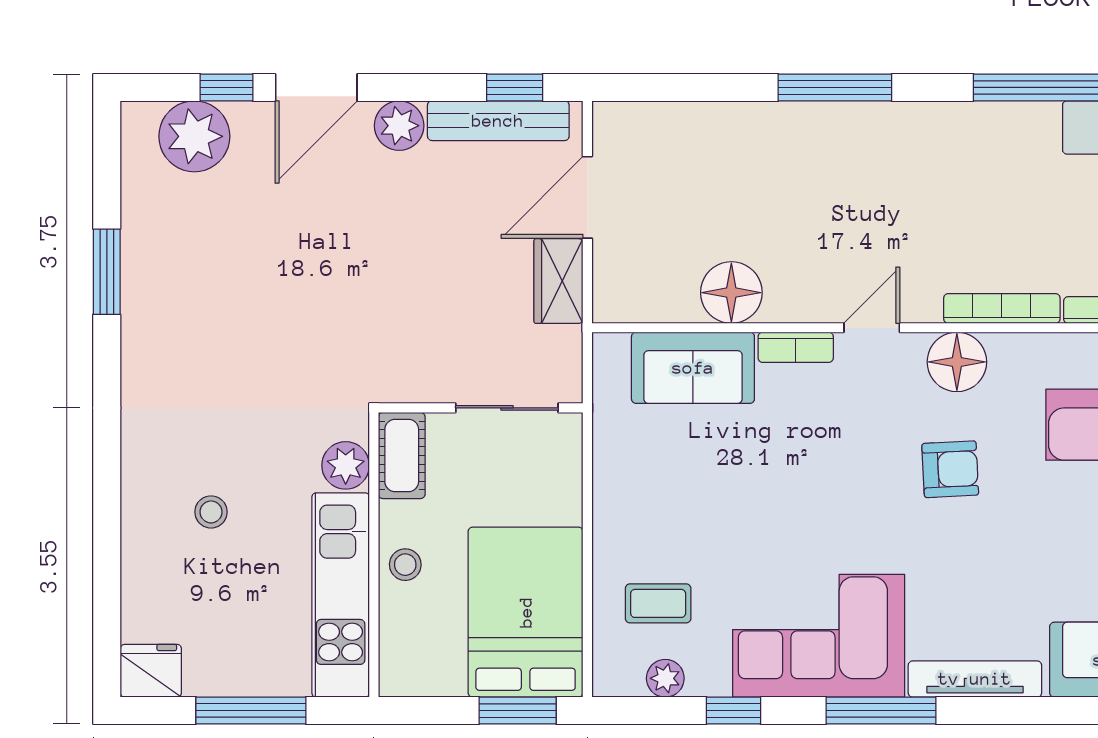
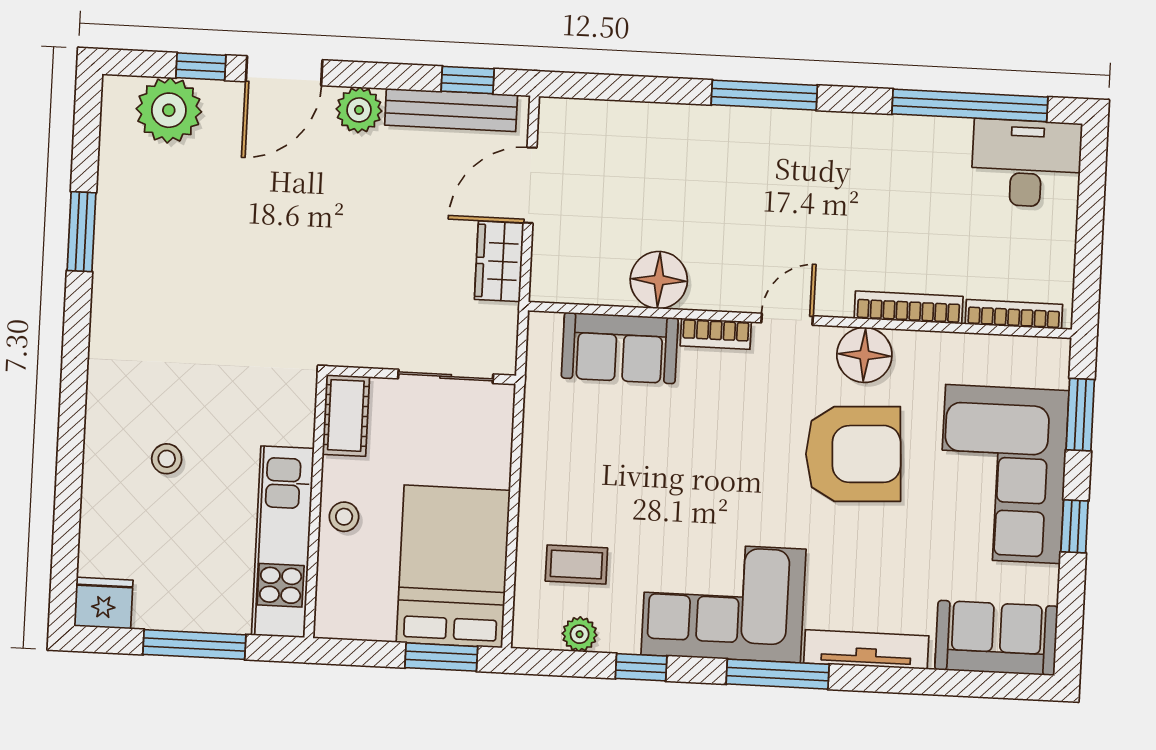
plant: (346, 465) -> (293, 422), removed
armchair: (950, 469) -> (853, 454), width x1.88, depth x1.88

